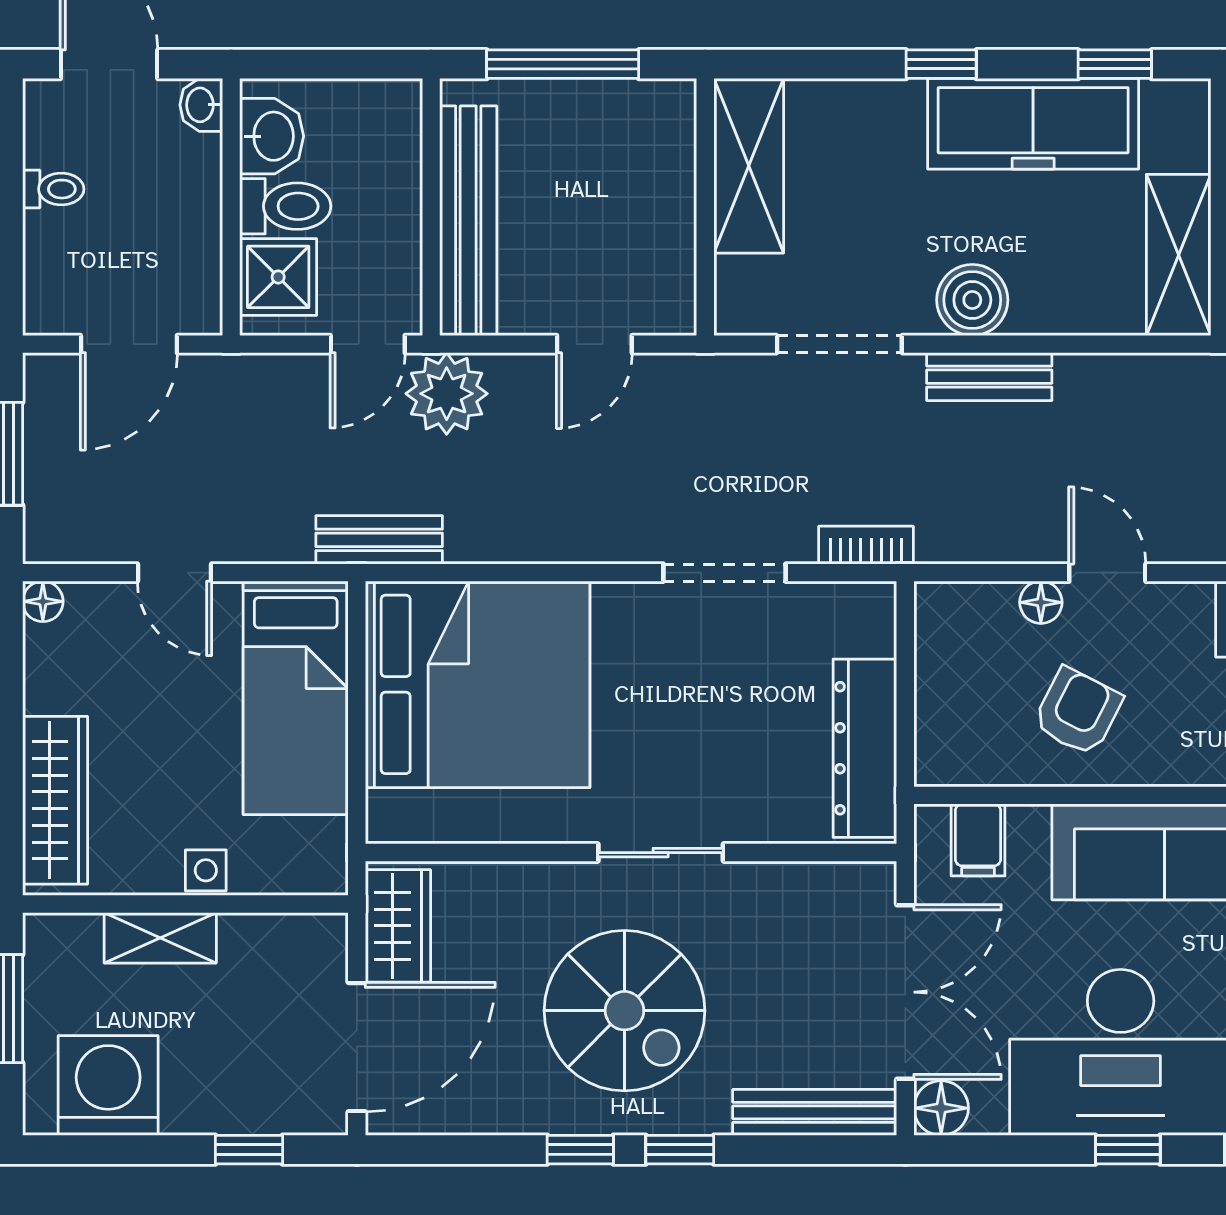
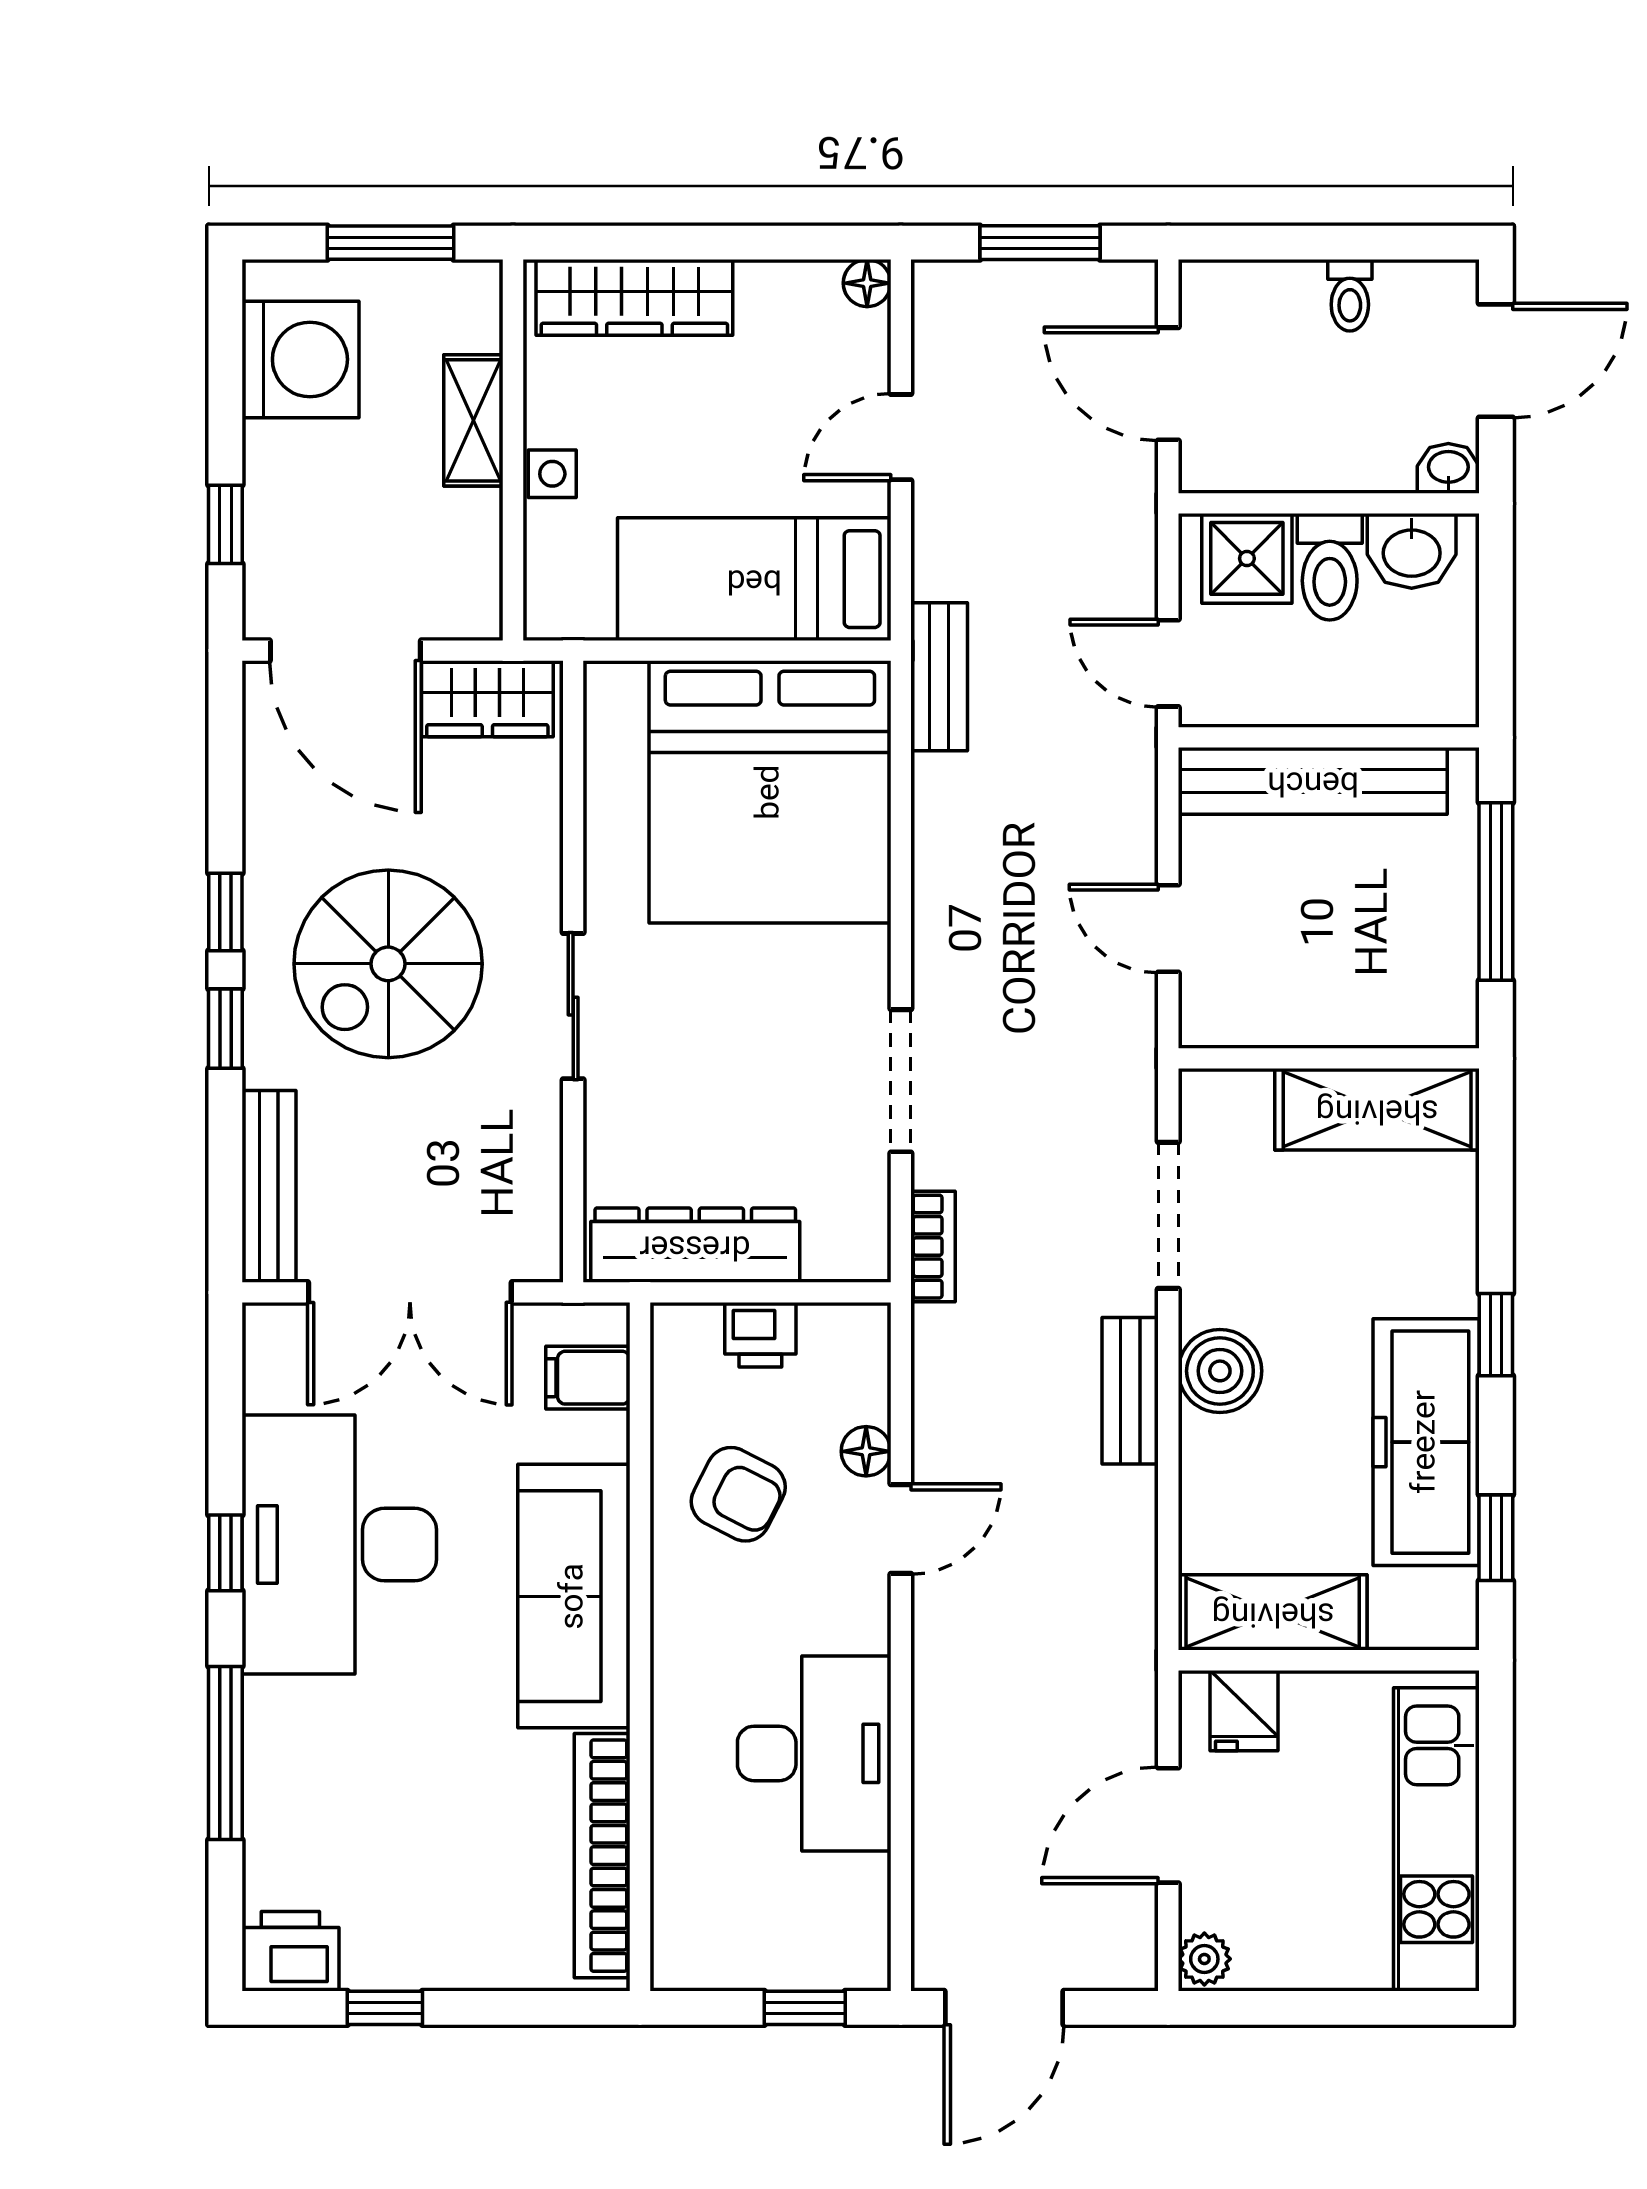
plant: (447, 394) -> (1110, 756), removed
printer: (941, 693) -> (760, 1335), added
floor lamp: (941, 1108) -> (274, 1334), removed

